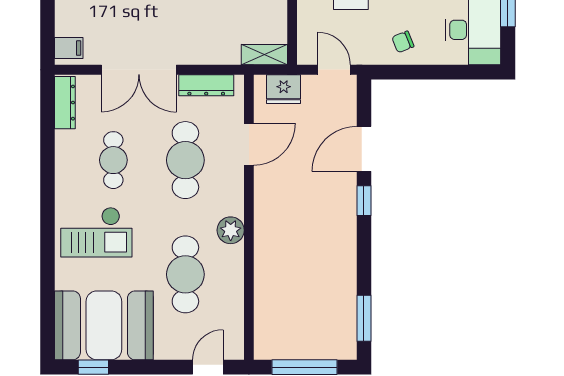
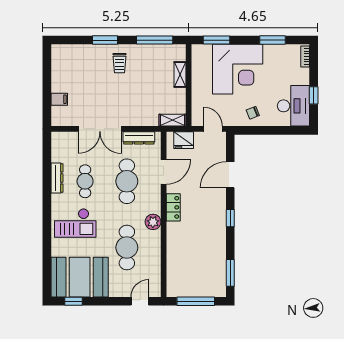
filing cabinet: (69, 48) -> (59, 99), moved
dresser: (65, 103) -> (57, 178), moved
window: (364, 201) -> (230, 218), moved
locker: (266, 205) -> (173, 207), added

